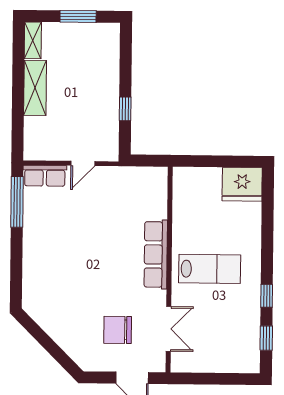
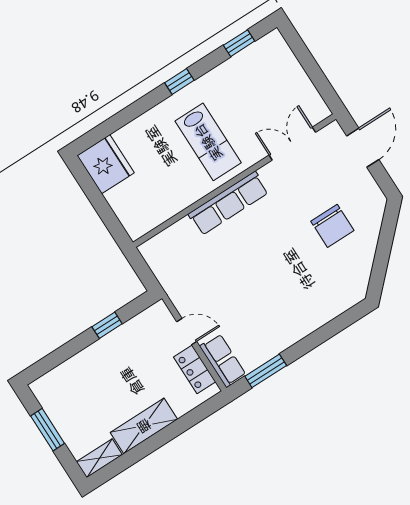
locker: (52, 151) -> (195, 369), added
window: (17, 202) -> (266, 371), width x0.69
lab bench: (210, 269) -> (208, 142), turned 180
window: (267, 296) -> (179, 81), moved
chair: (118, 330) -> (332, 226), moved

